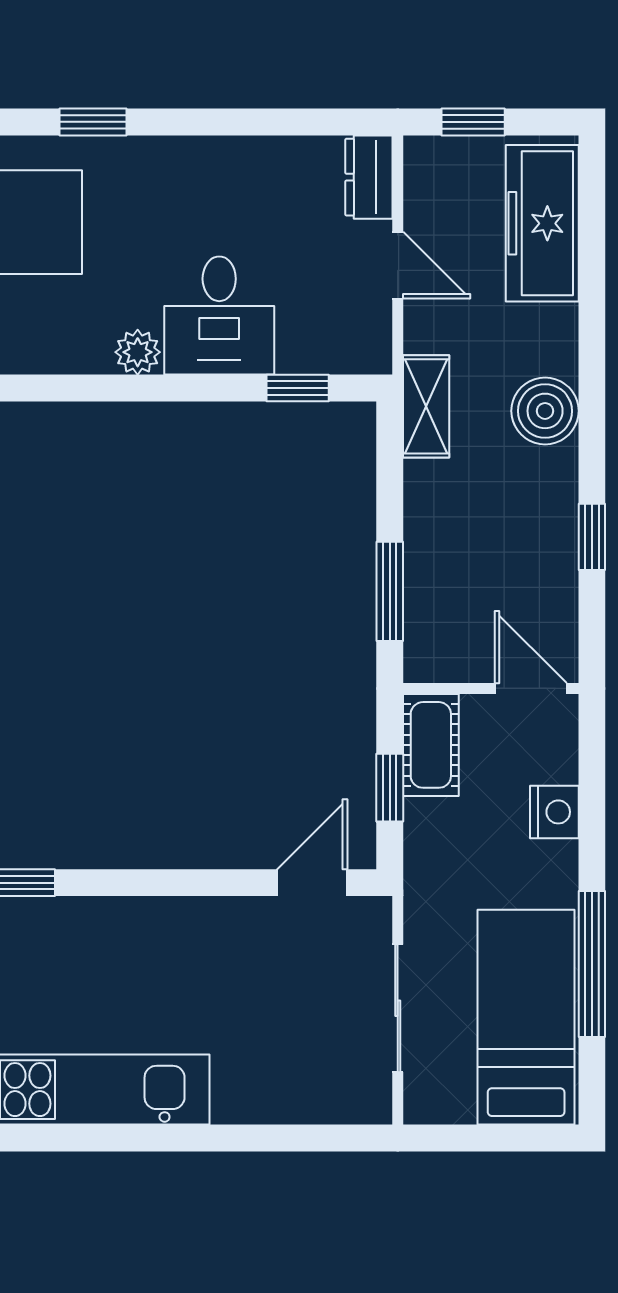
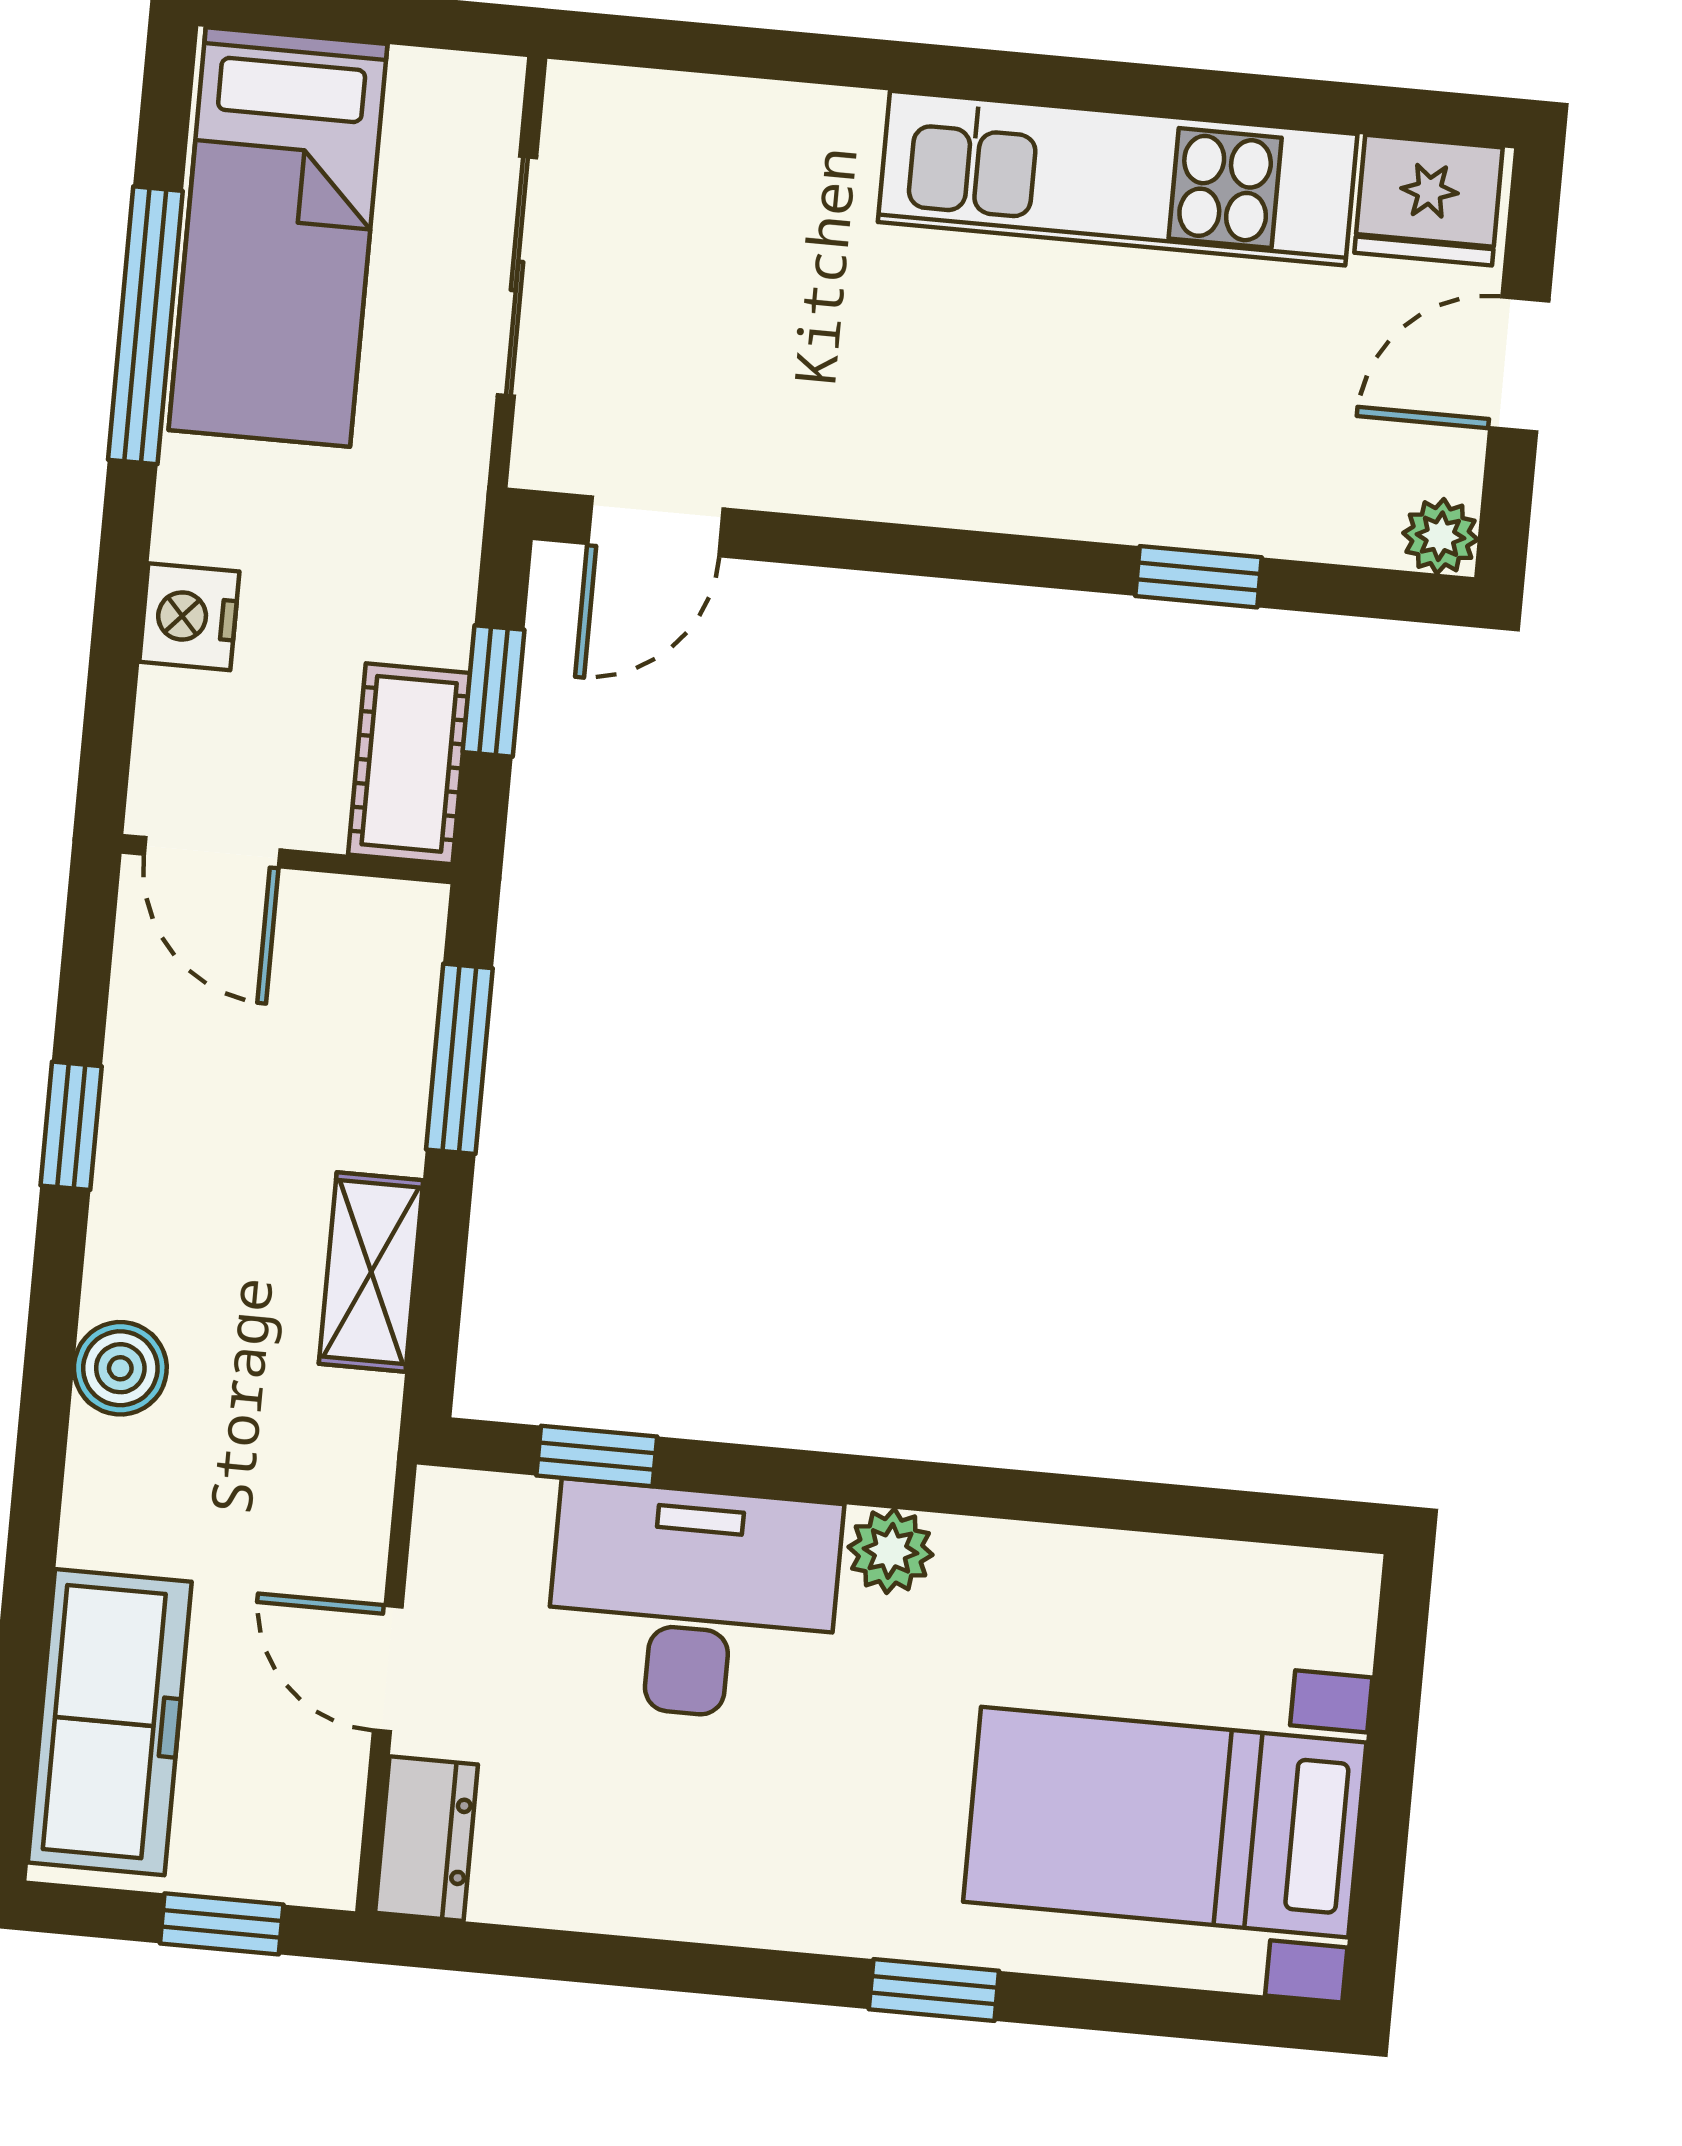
desk: (219, 315) -> (693, 1602), width x1.37
shelving: (426, 406) -> (371, 1272), moved
boiler: (545, 411) -> (120, 1368), width x0.73, depth x0.73

